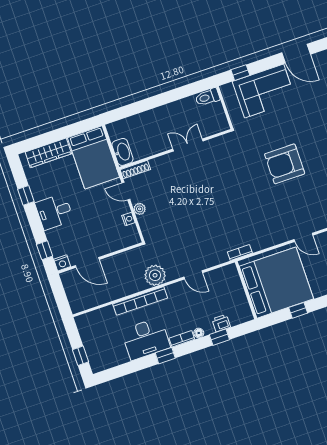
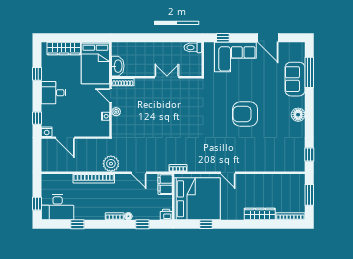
armchair: (285, 164) -> (245, 114), moved
filing cabinet: (231, 278) -> (165, 184), added
printer: (221, 323) -> (166, 215), moved
desk: (146, 339) -> (58, 207), moved
window: (165, 356) -> (77, 224), moved

